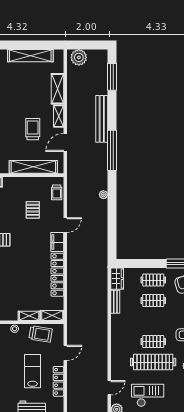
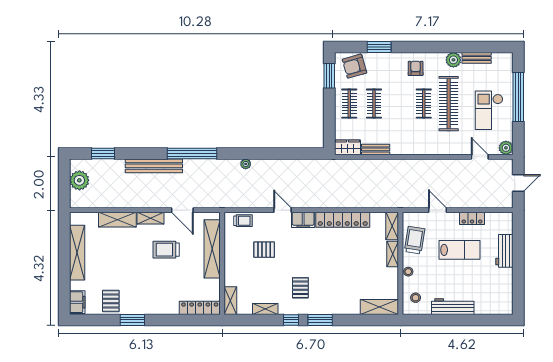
plant: (79, 57) -> (79, 180), moved
window: (112, 77) -> (103, 153), width x0.69
lab bench: (32, 371) -> (460, 250), turned 180
locker: (59, 381) -> (472, 218), width x0.66

